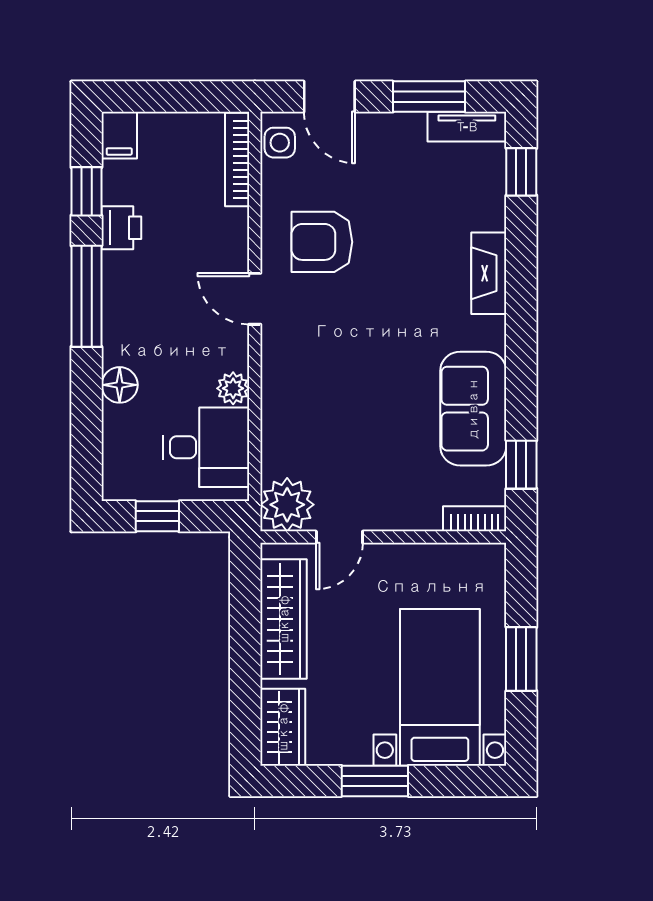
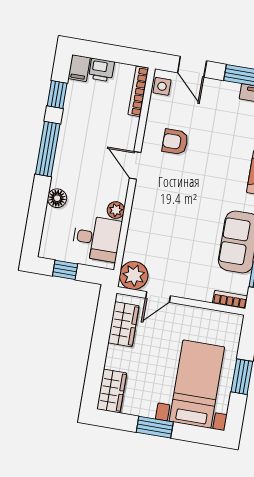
printer: (121, 228) -> (101, 70), moved, turned 90
armchair: (322, 242) -> (175, 142), width x0.72, depth x0.72
wardrobe: (284, 619) -> (123, 324), width x0.67

